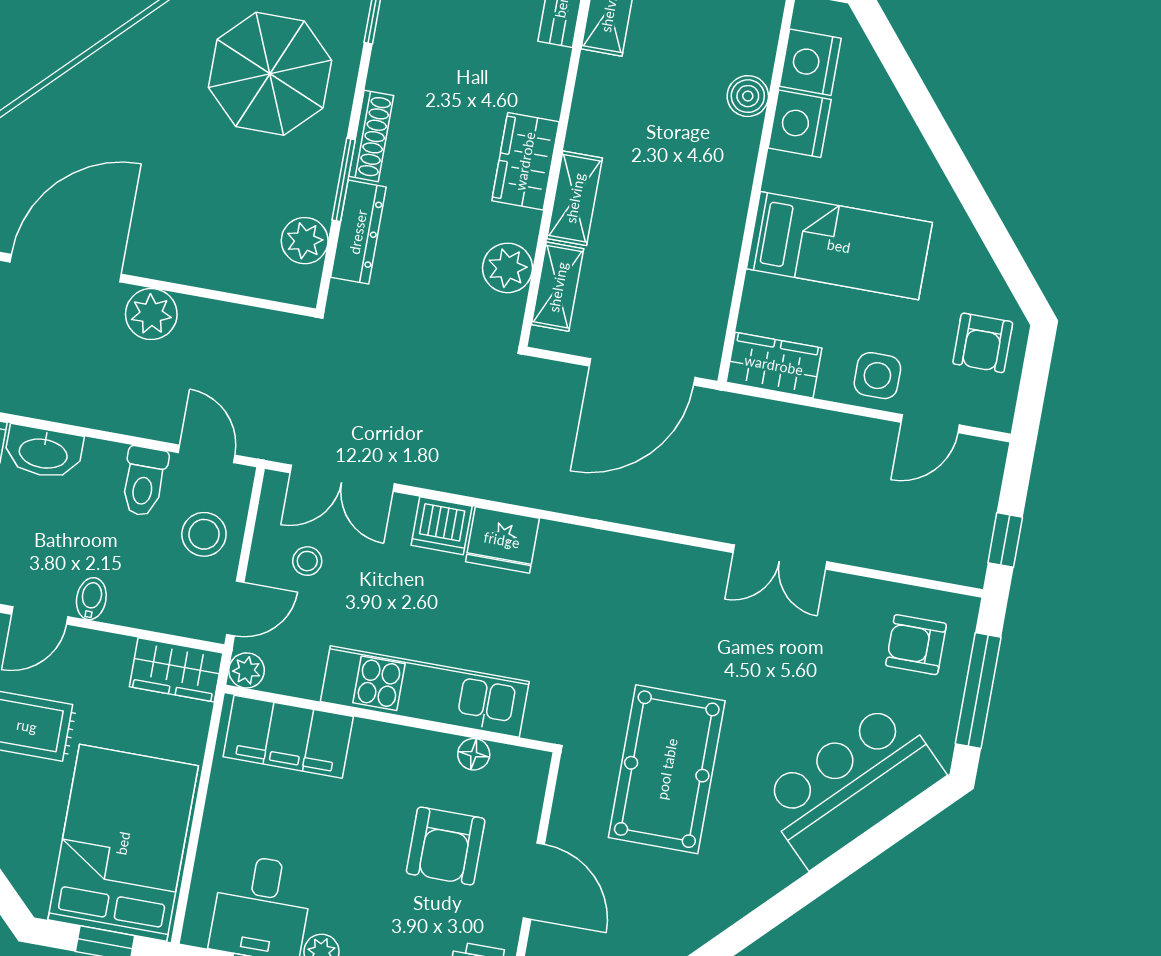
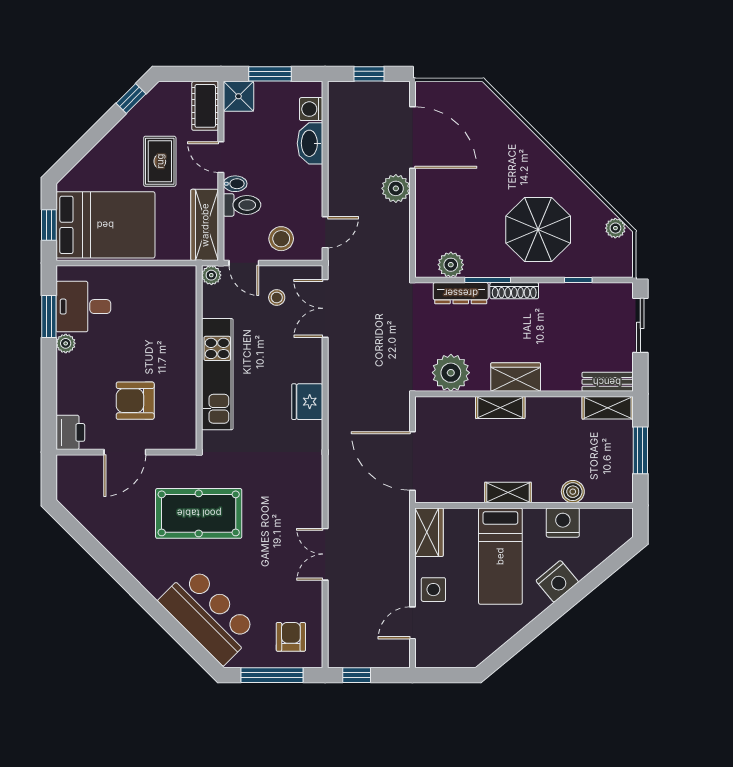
nightstand: (810, 62) -> (557, 581), moved, turned 140
plant: (508, 268) -> (451, 373), width x1.36, depth x1.36
shelving: (558, 287) -> (508, 493), moved
armchair: (983, 343) -> (462, 644), removed
door: (930, 424) -> (412, 623), hinge flipped
toilet: (144, 481) -> (242, 205), moved, turned 180
dishwasher: (442, 526) -> (309, 367), removed
wardrobe: (176, 670) -> (205, 225), width x1.50
filing cabinet: (288, 737) -> (179, 304), removed
floor lamp: (474, 754) -> (188, 407), removed

